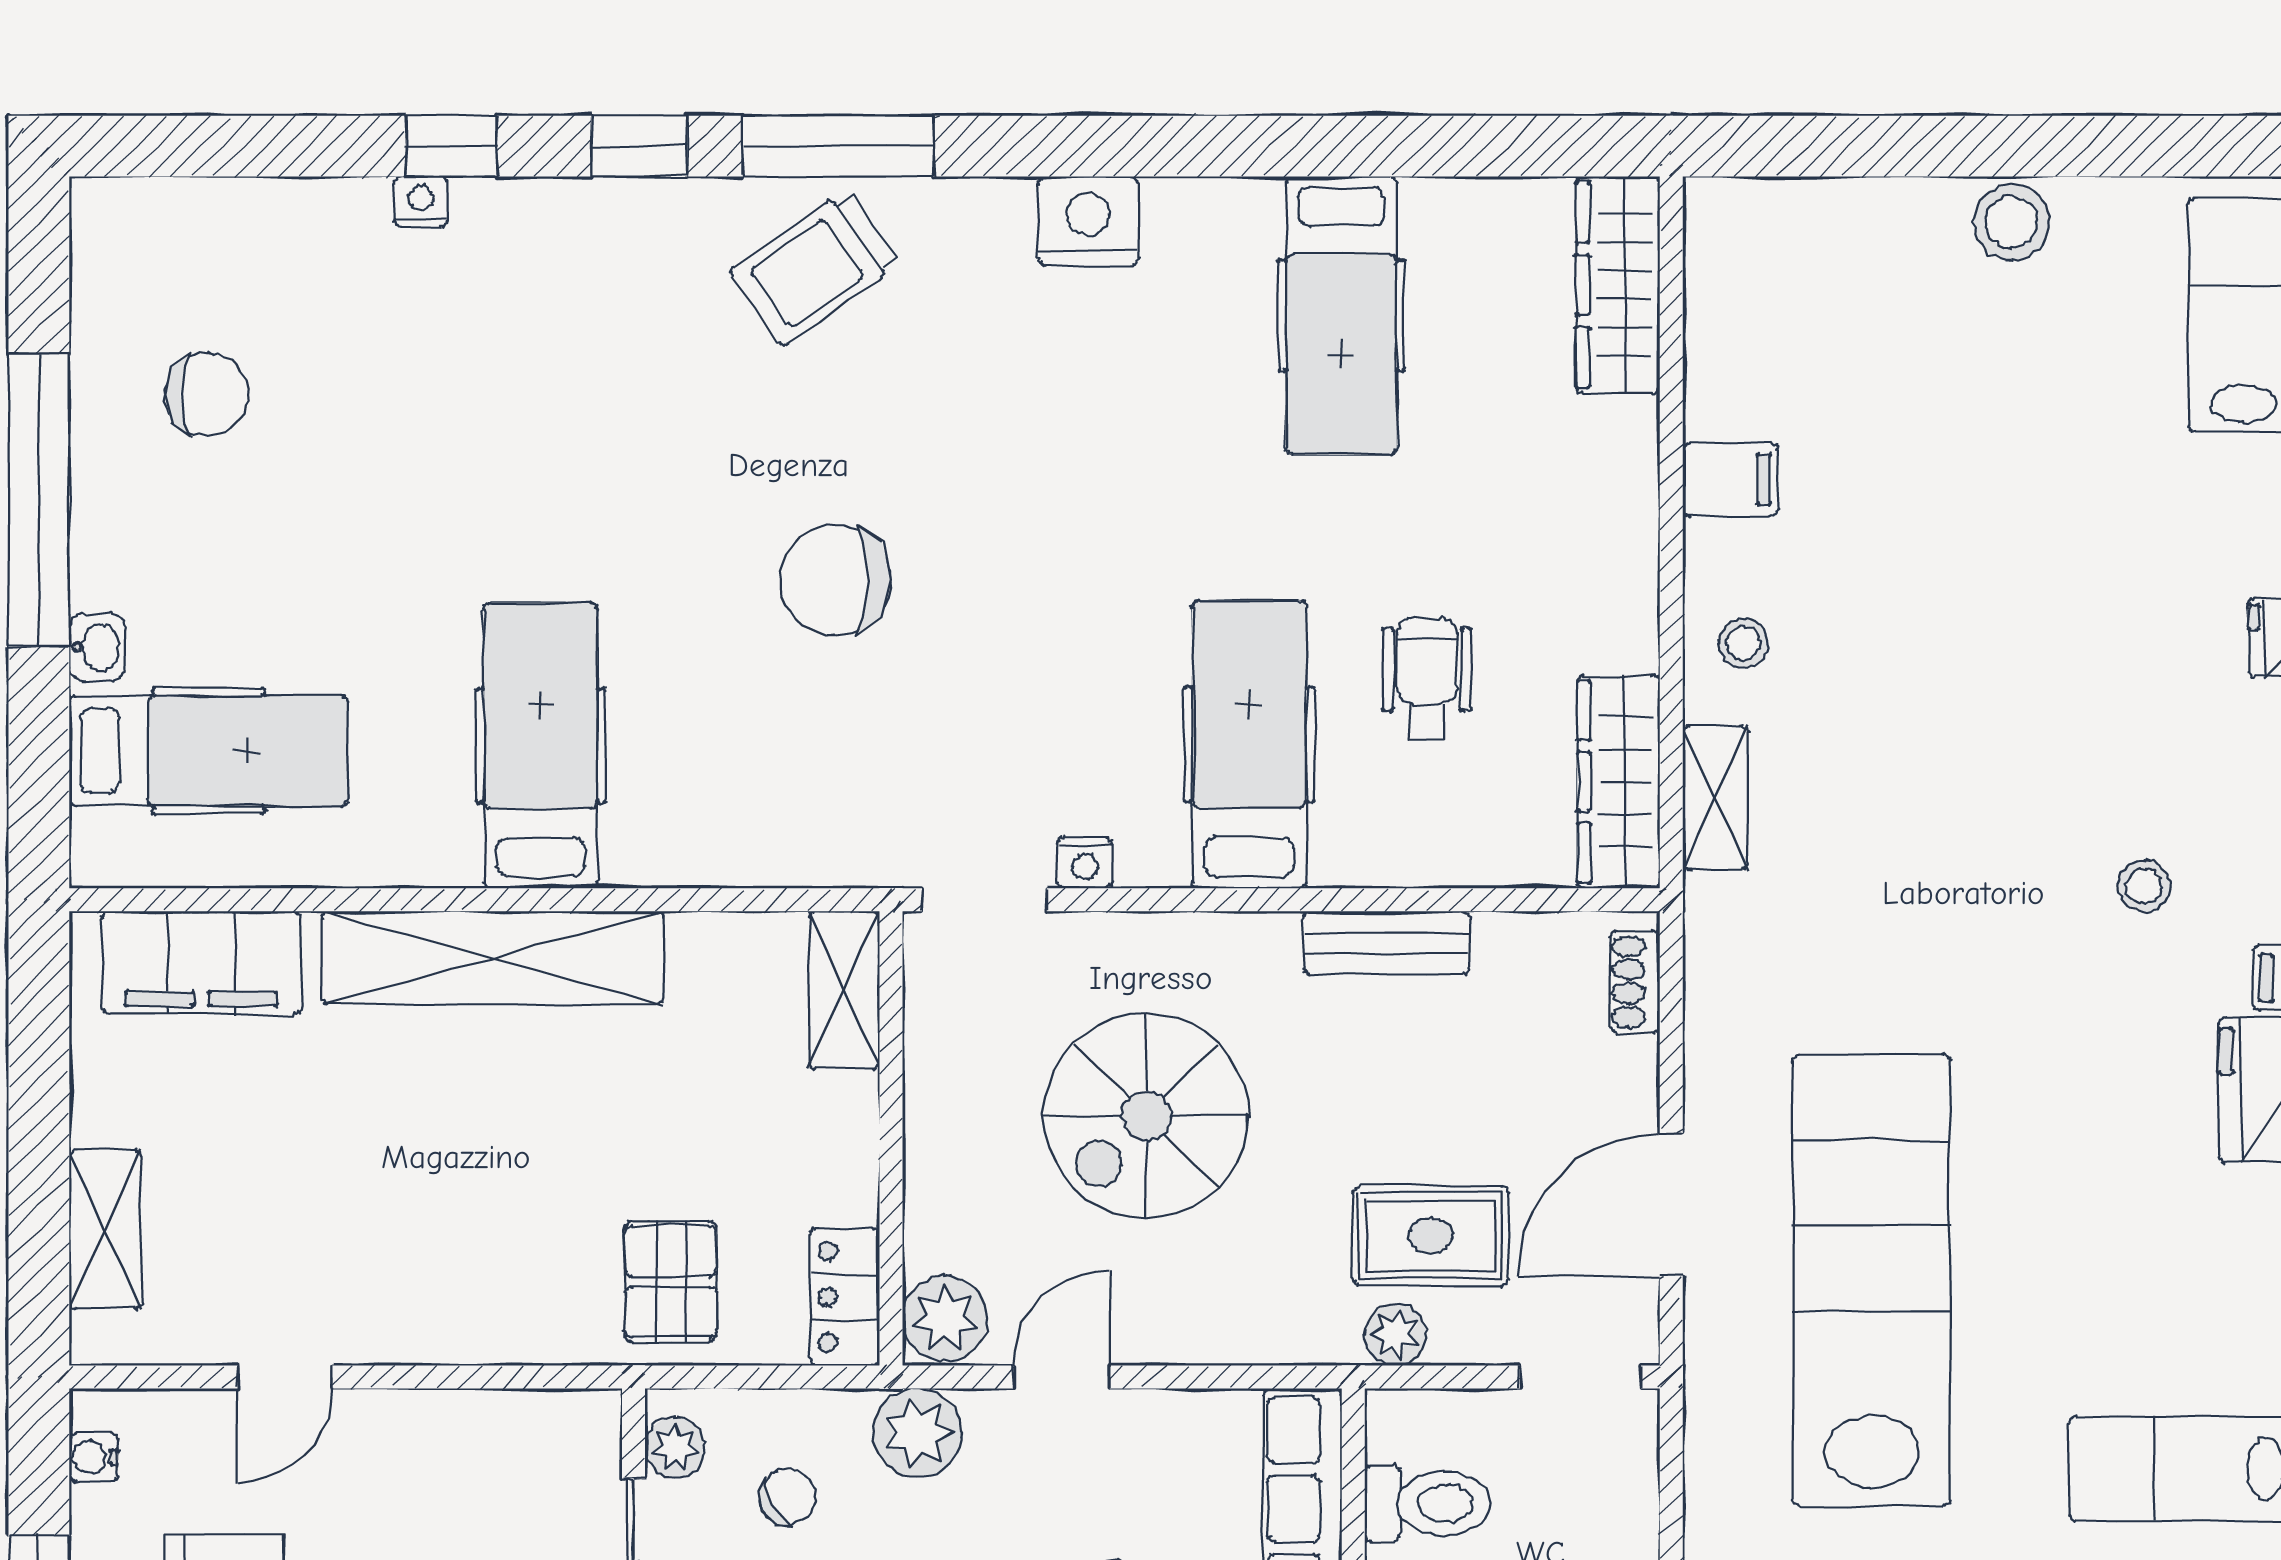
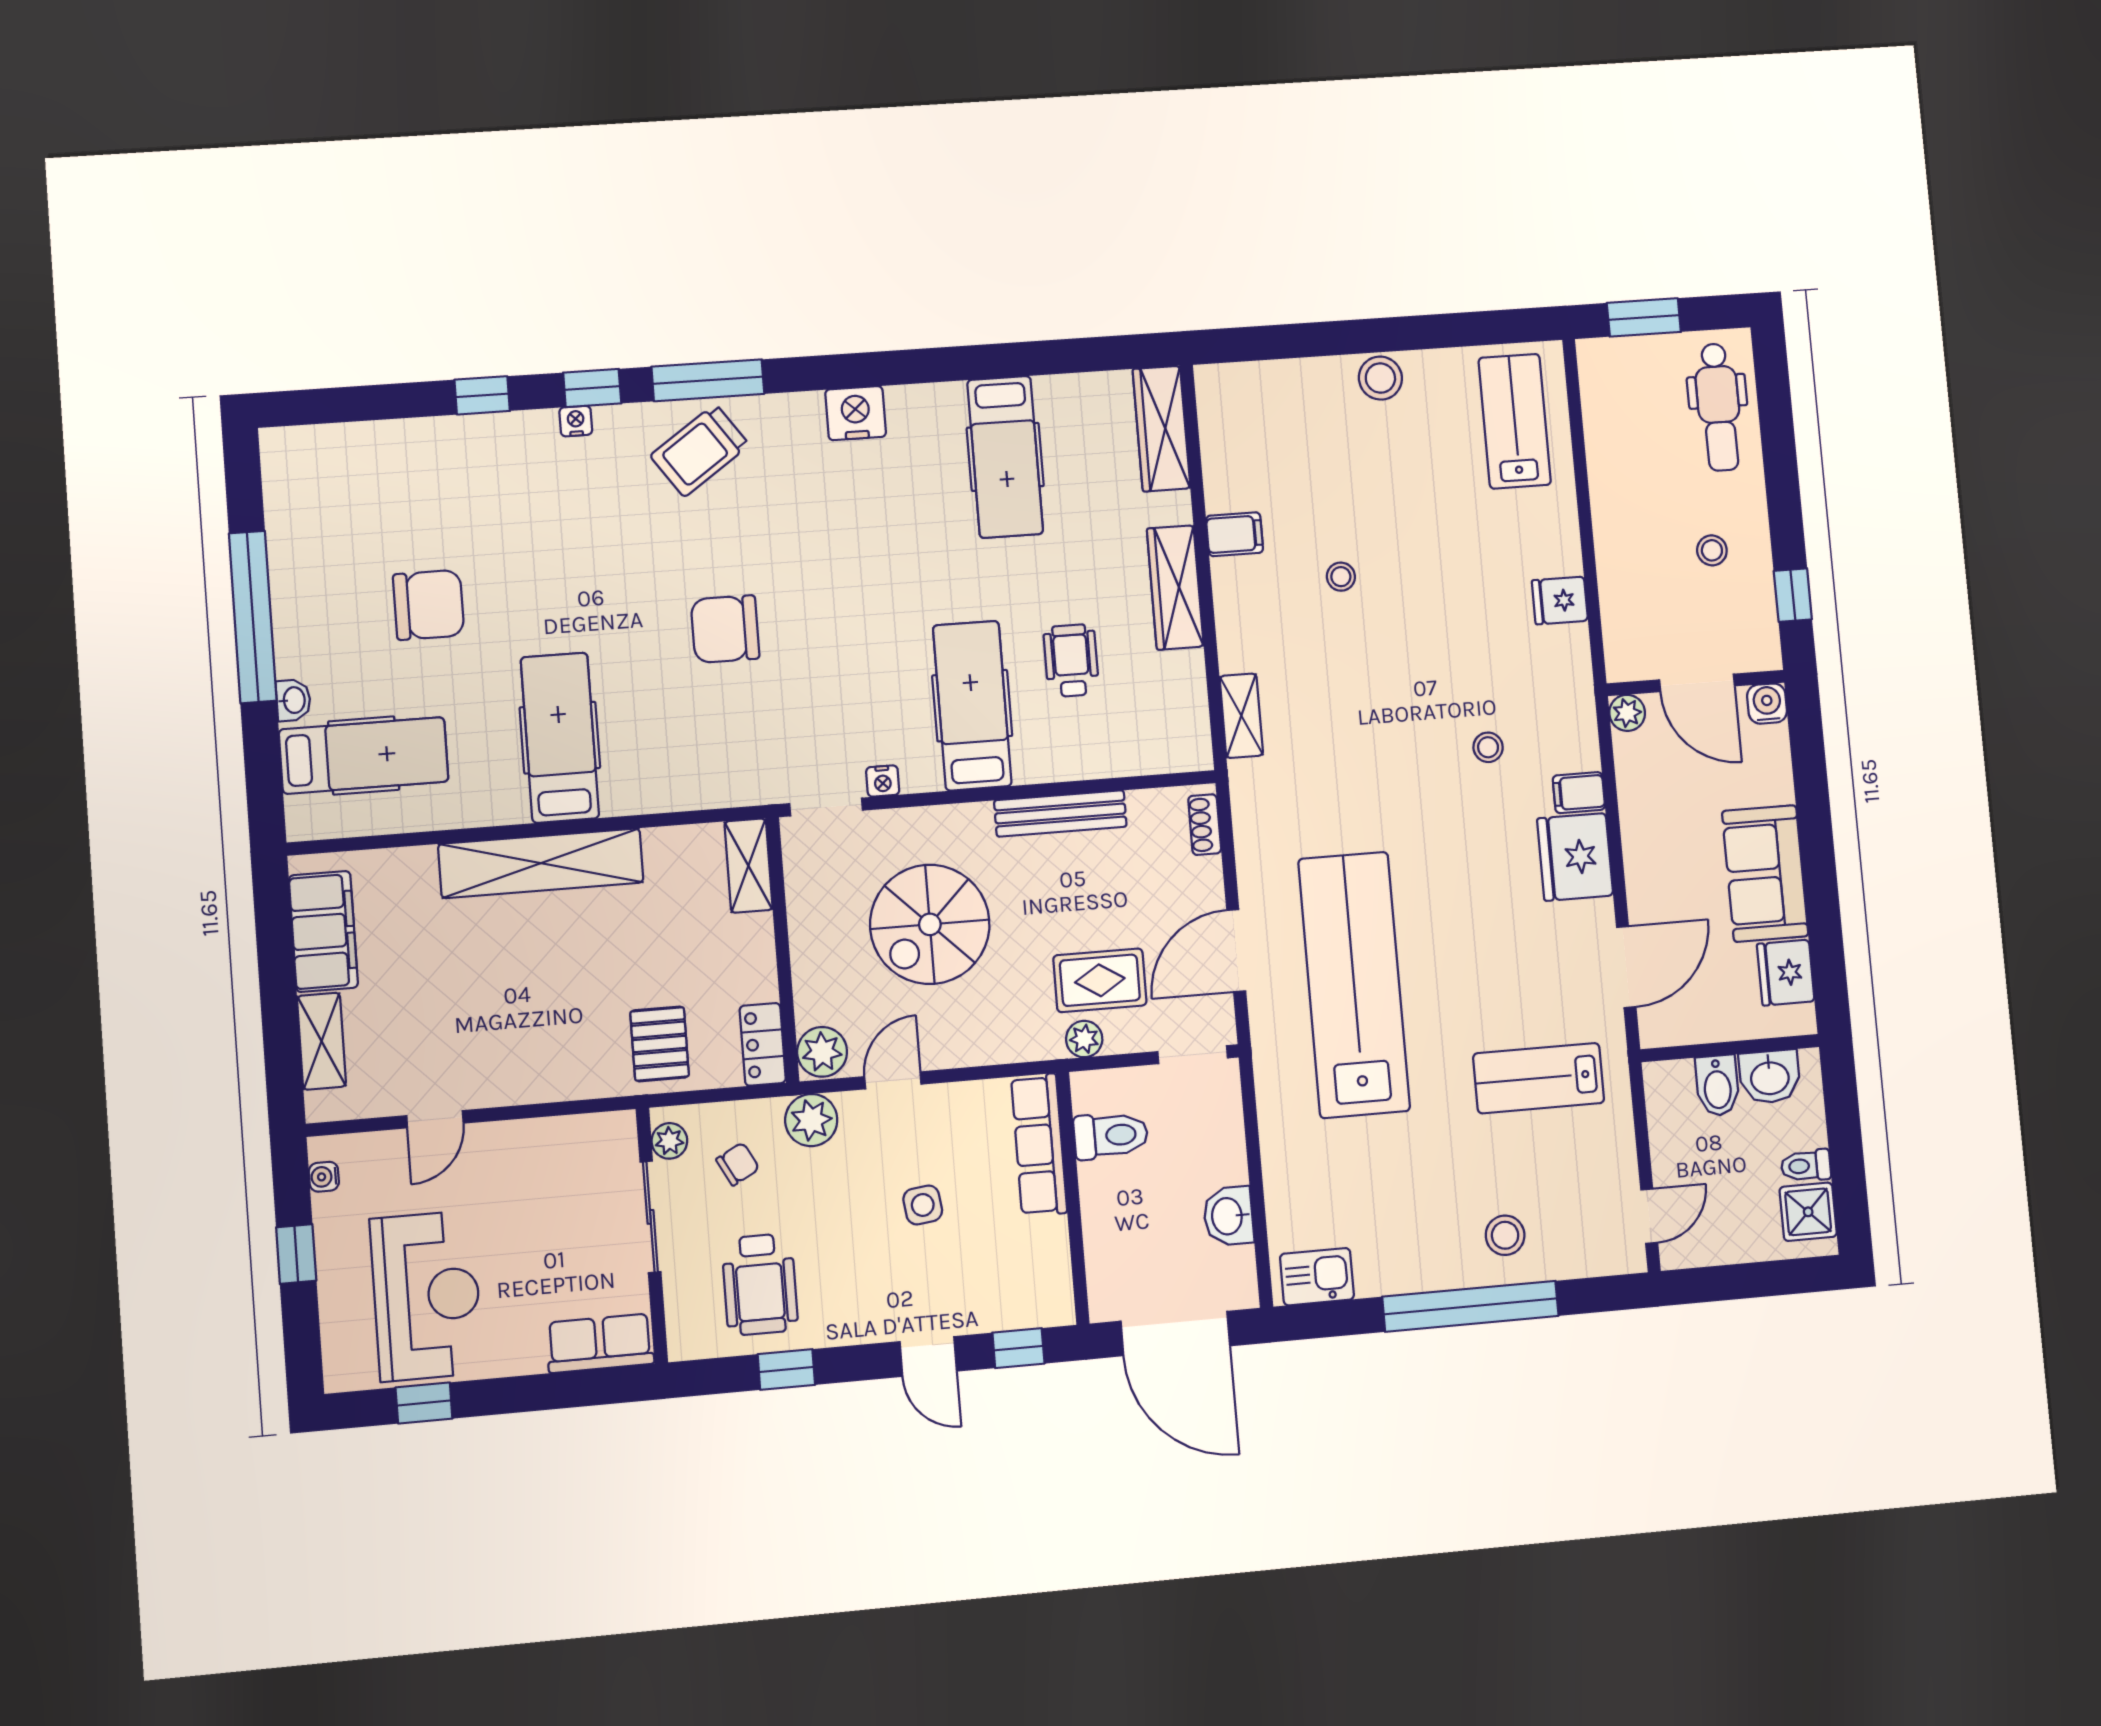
nightstand: (421, 202) -> (576, 421), moved
chair: (207, 394) -> (429, 605), moved, width x1.37, depth x1.37
stool: (1743, 643) -> (1341, 577), moved
wardrobe: (1619, 782) -> (1175, 587), moved
bench: (1386, 943) -> (1060, 813), width x1.36
filing cabinet: (201, 963) -> (323, 931), moved, turned -90

